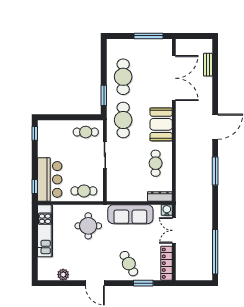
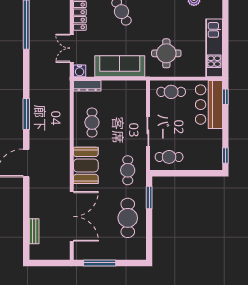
double door: (174, 78) -> (72, 216), swing flipped
cafe table: (123, 120) -> (128, 170), width x0.73, depth x0.74
double door: (174, 230) -> (72, 48), swing flipped

